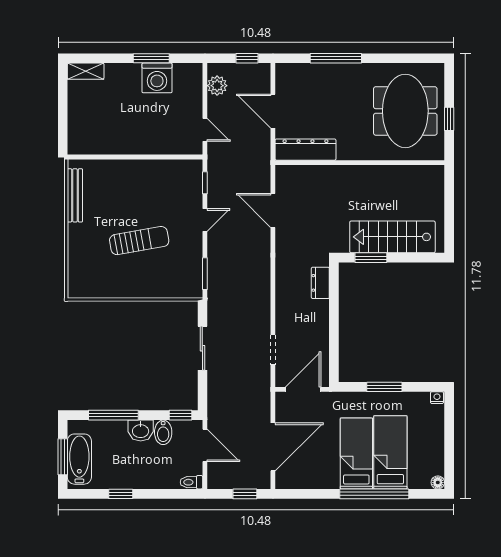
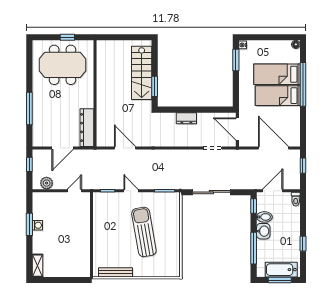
washing machine: (157, 78) -> (37, 225), width x0.53, depth x0.53
door: (273, 210) -> (125, 148), swing flipped
sun lounger: (139, 241) -> (144, 232), width x1.36, depth x1.34
dresser: (320, 283) -> (186, 118), moved
sliding door: (202, 348) -> (211, 192), width x1.37
window: (384, 387) -> (236, 60), moved

